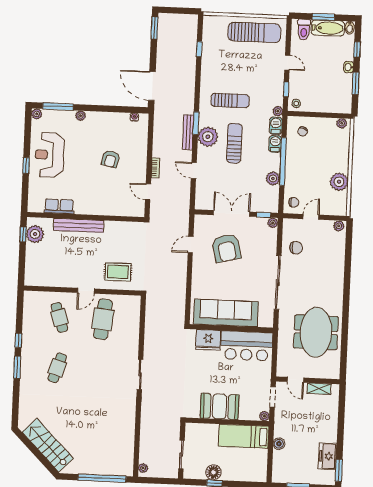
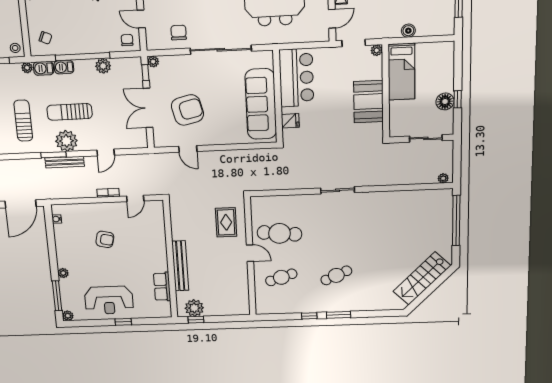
fridge: (208, 340) -> (290, 121), width x0.53, depth x0.75
cafe table: (57, 368) -> (336, 275), turned -42

